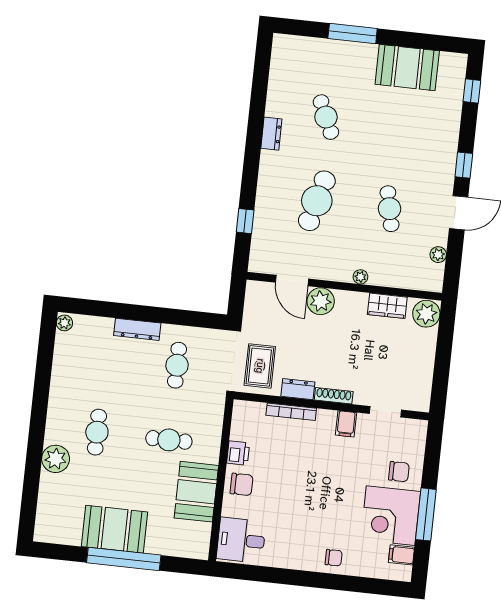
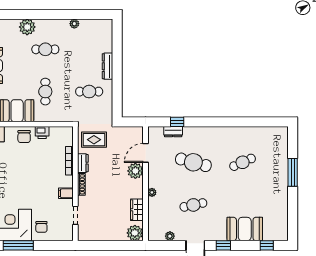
booth: (407, 68) -> (245, 229), moved, turned 90
dresser: (271, 134) -> (173, 132), moved
plant: (64, 323) -> (74, 24), moved

